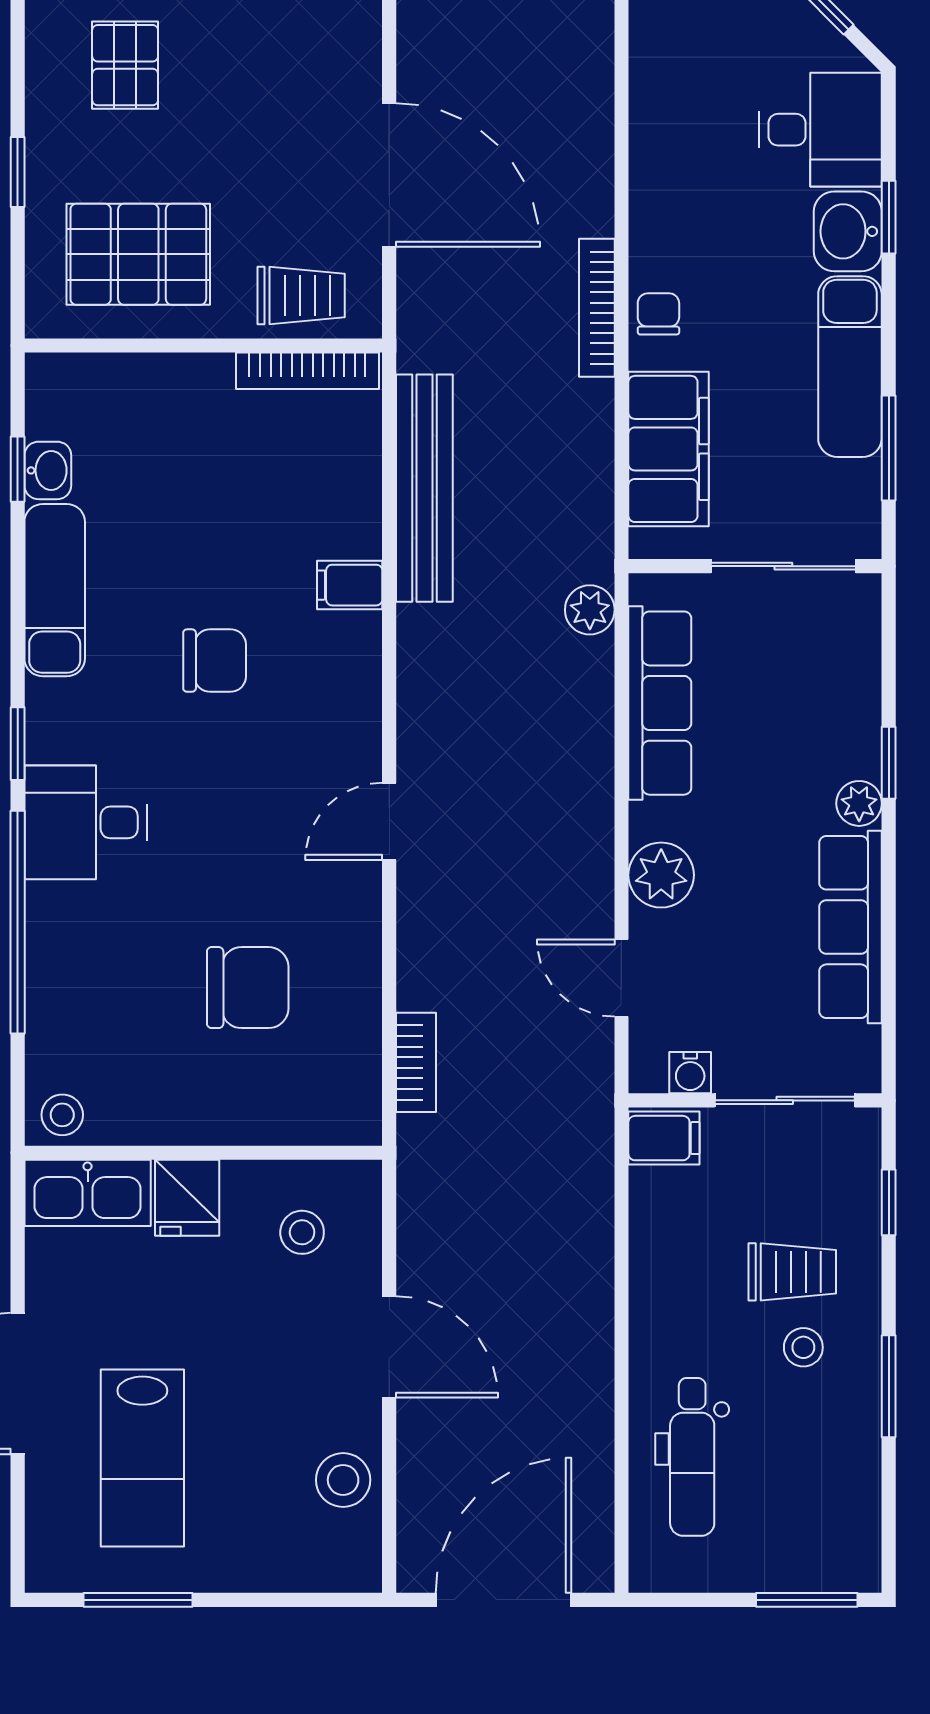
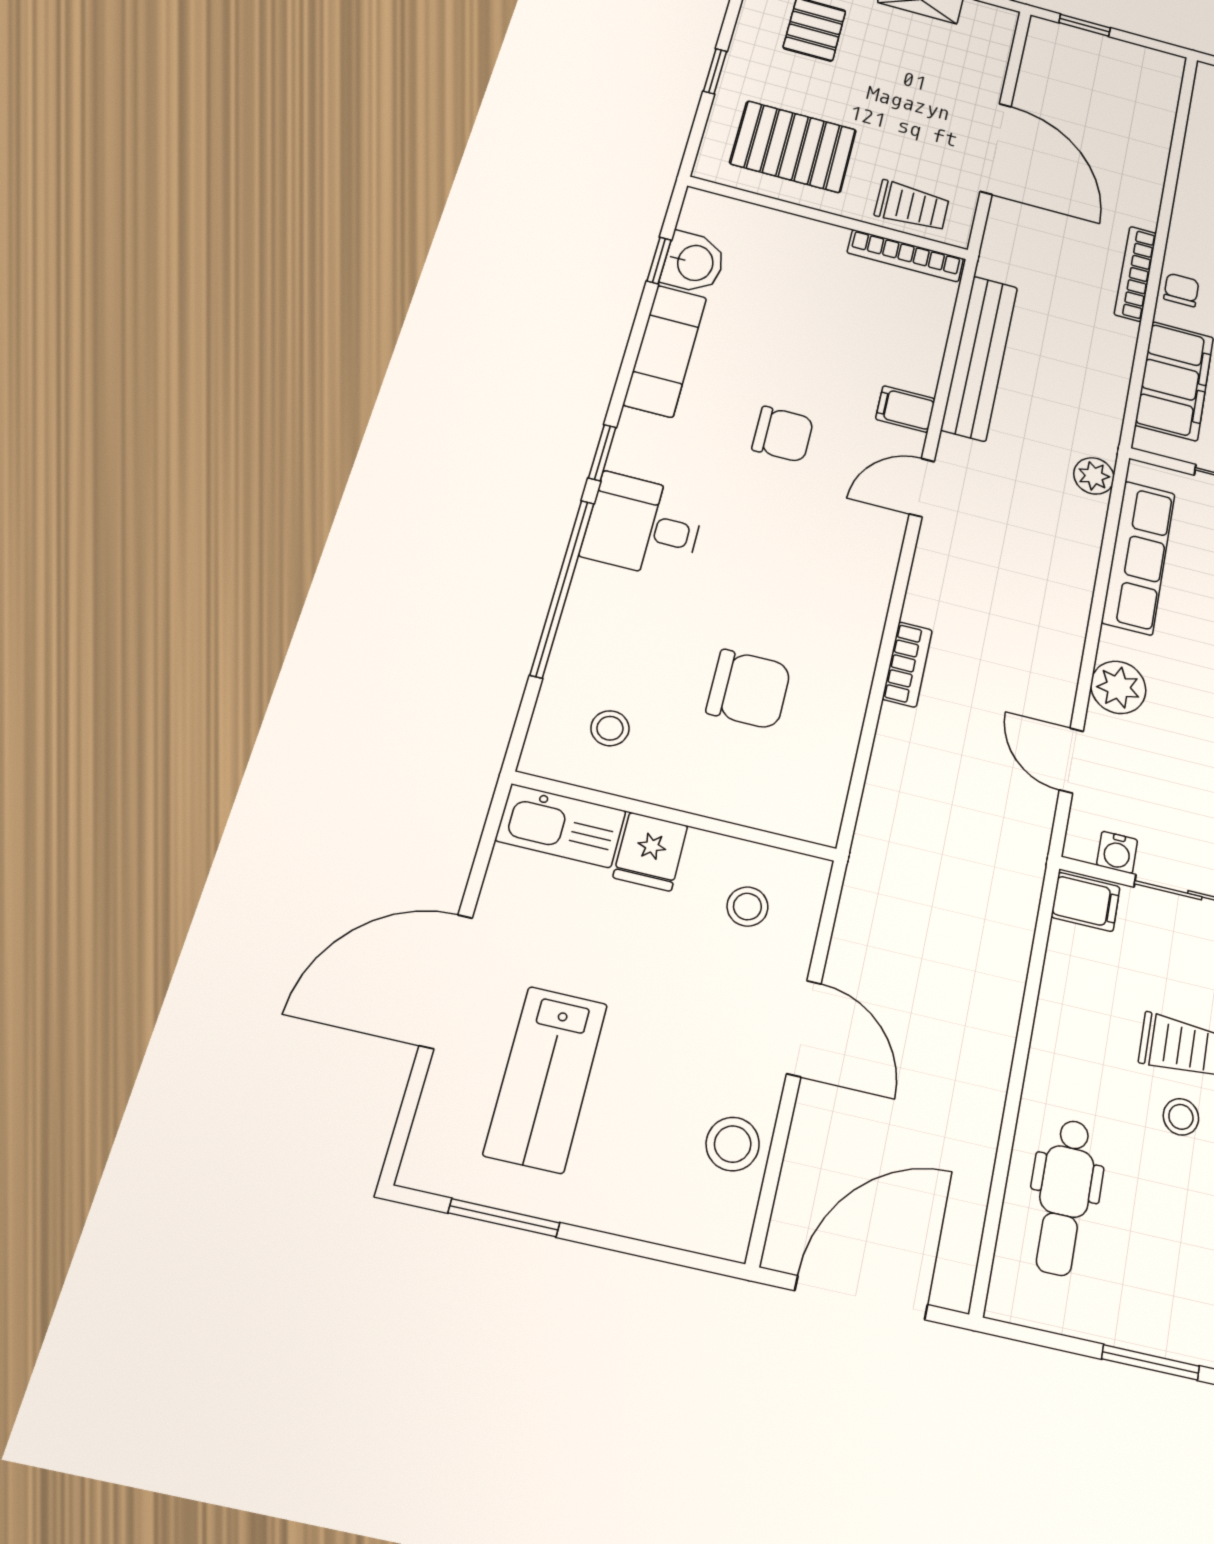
washbasin: (48, 470) -> (694, 262), width x1.38, depth x1.45
door: (389, 821) -> (922, 488), moved
bookcase: (416, 1062) -> (907, 664), moved
stool: (62, 1115) -> (610, 728), moved

